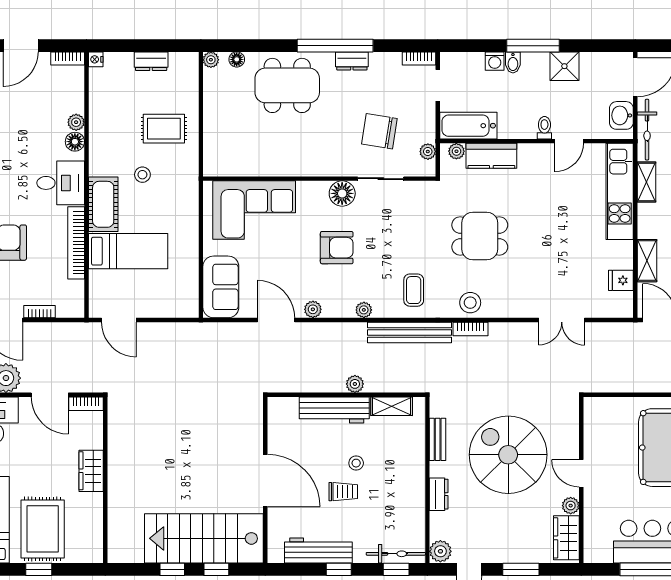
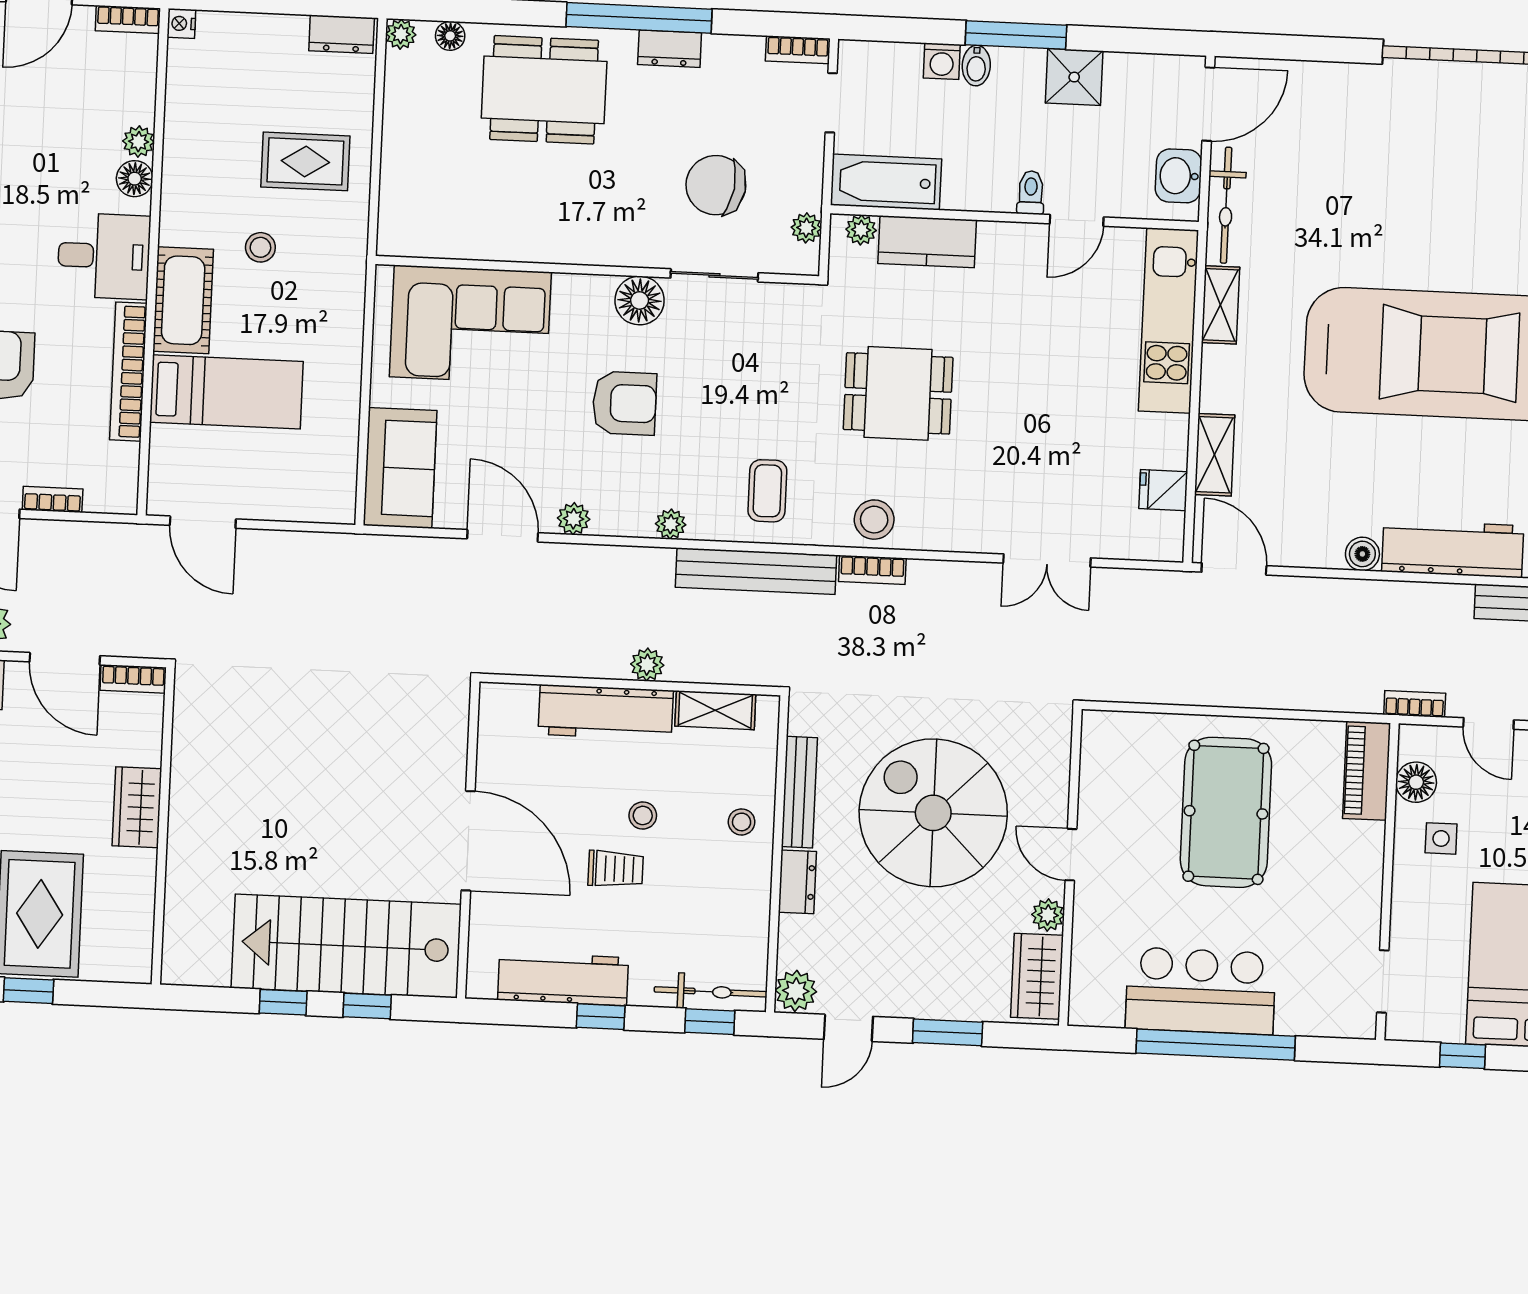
dresser: (151, 61) -> (342, 34), moved
bench: (438, 439) -> (799, 792), width x1.36
stool: (408, 464) -> (742, 822), added

